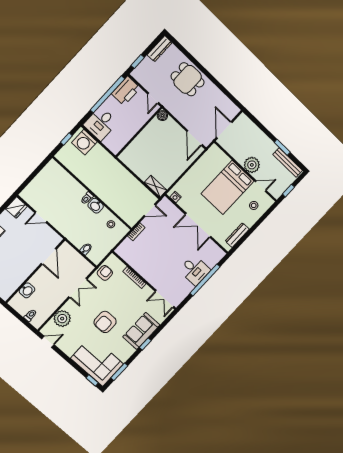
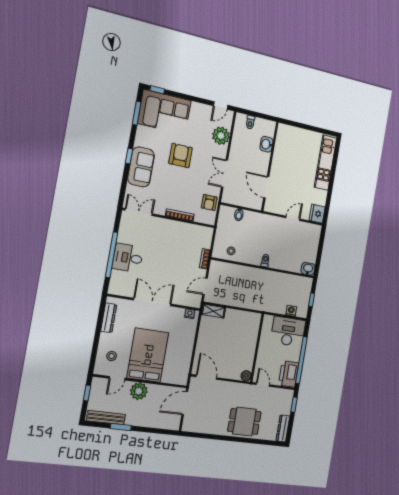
desk: (101, 124) -> (288, 332), width x1.37
door: (224, 130) -> (185, 403), swing flipped
washing machine: (84, 142) -> (291, 311), width x0.53, depth x0.53
washbasin: (96, 206) -> (308, 269), moved

